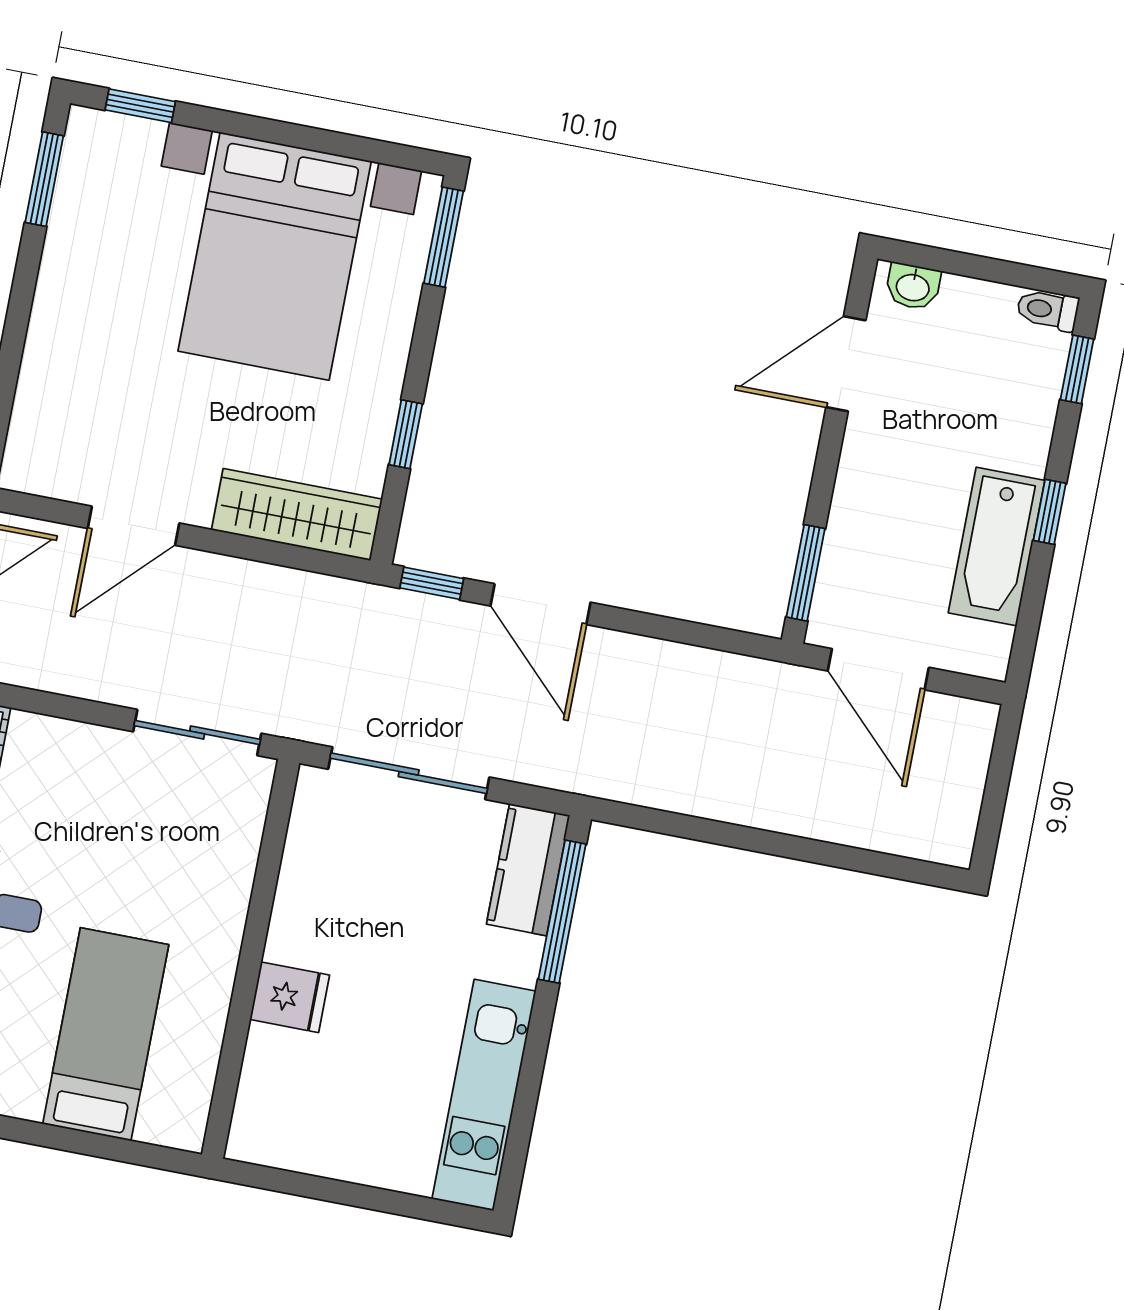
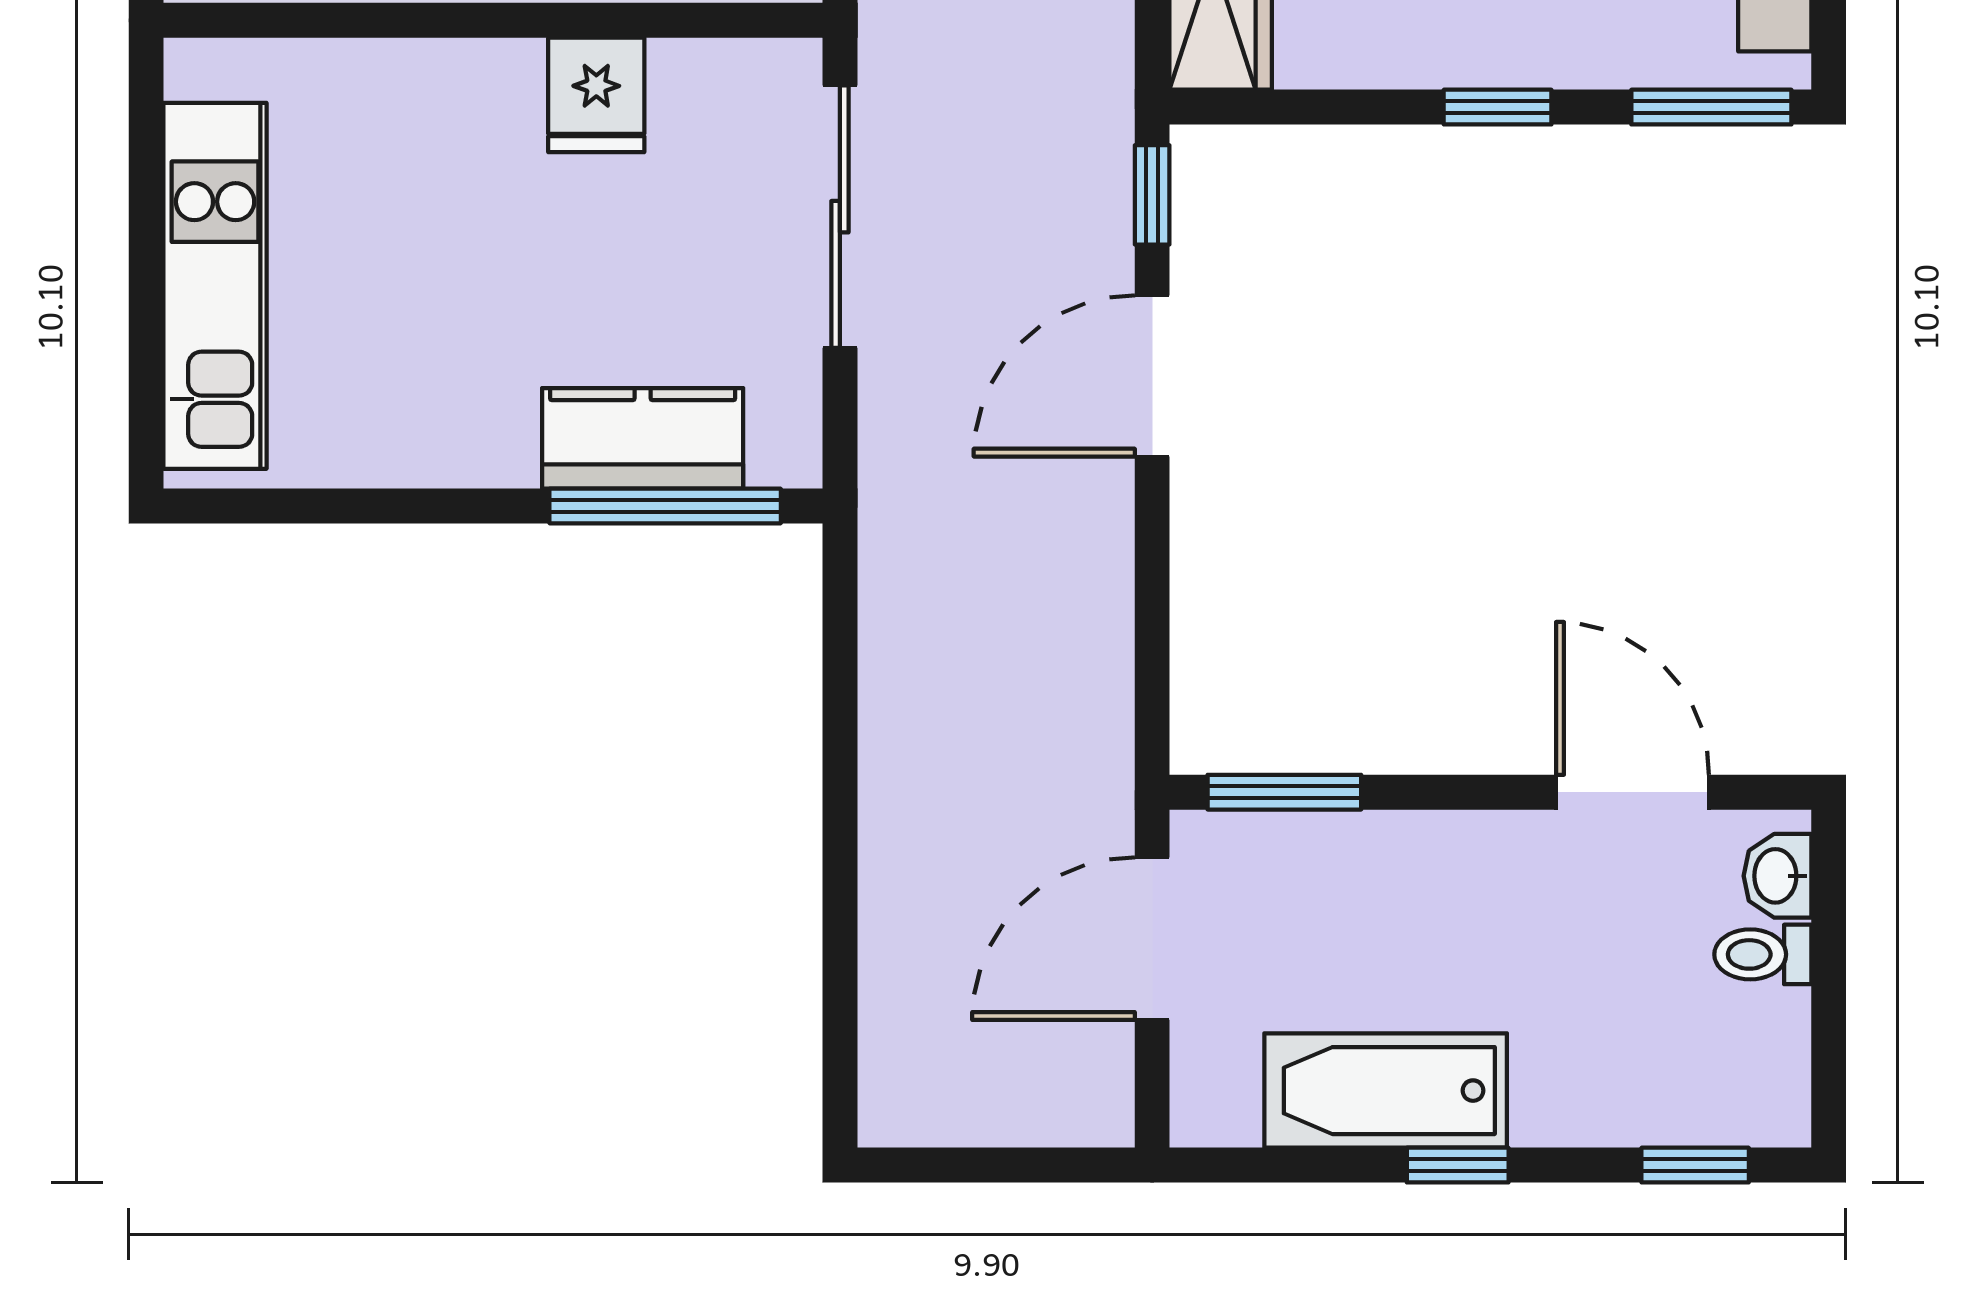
toilet: (1048, 310) -> (1763, 954), moved, turned -90
window: (406, 434) -> (1498, 107), moved
kitchen counter: (528, 870) -> (643, 438), moved
fridge: (290, 997) -> (596, 95), moved
kitchen unit: (484, 1095) -> (215, 286), moved, turned 90

